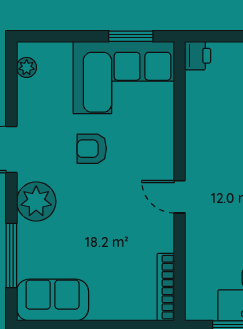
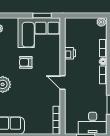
printer: (198, 56) -> (70, 53), moved

